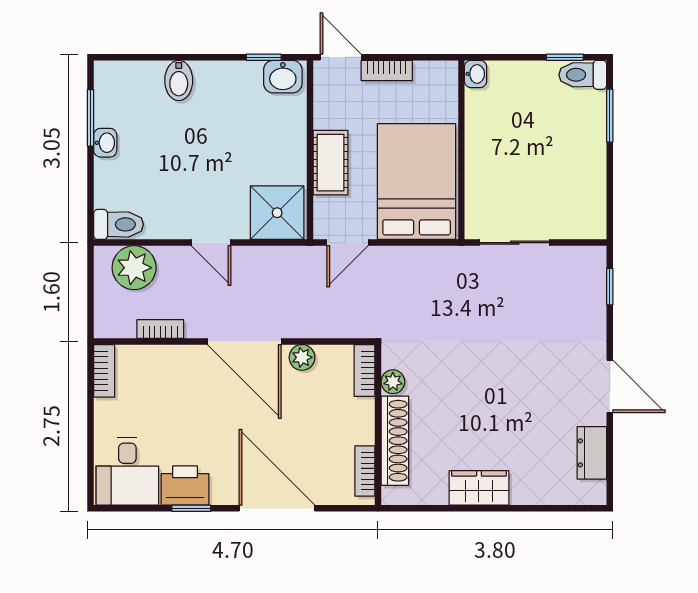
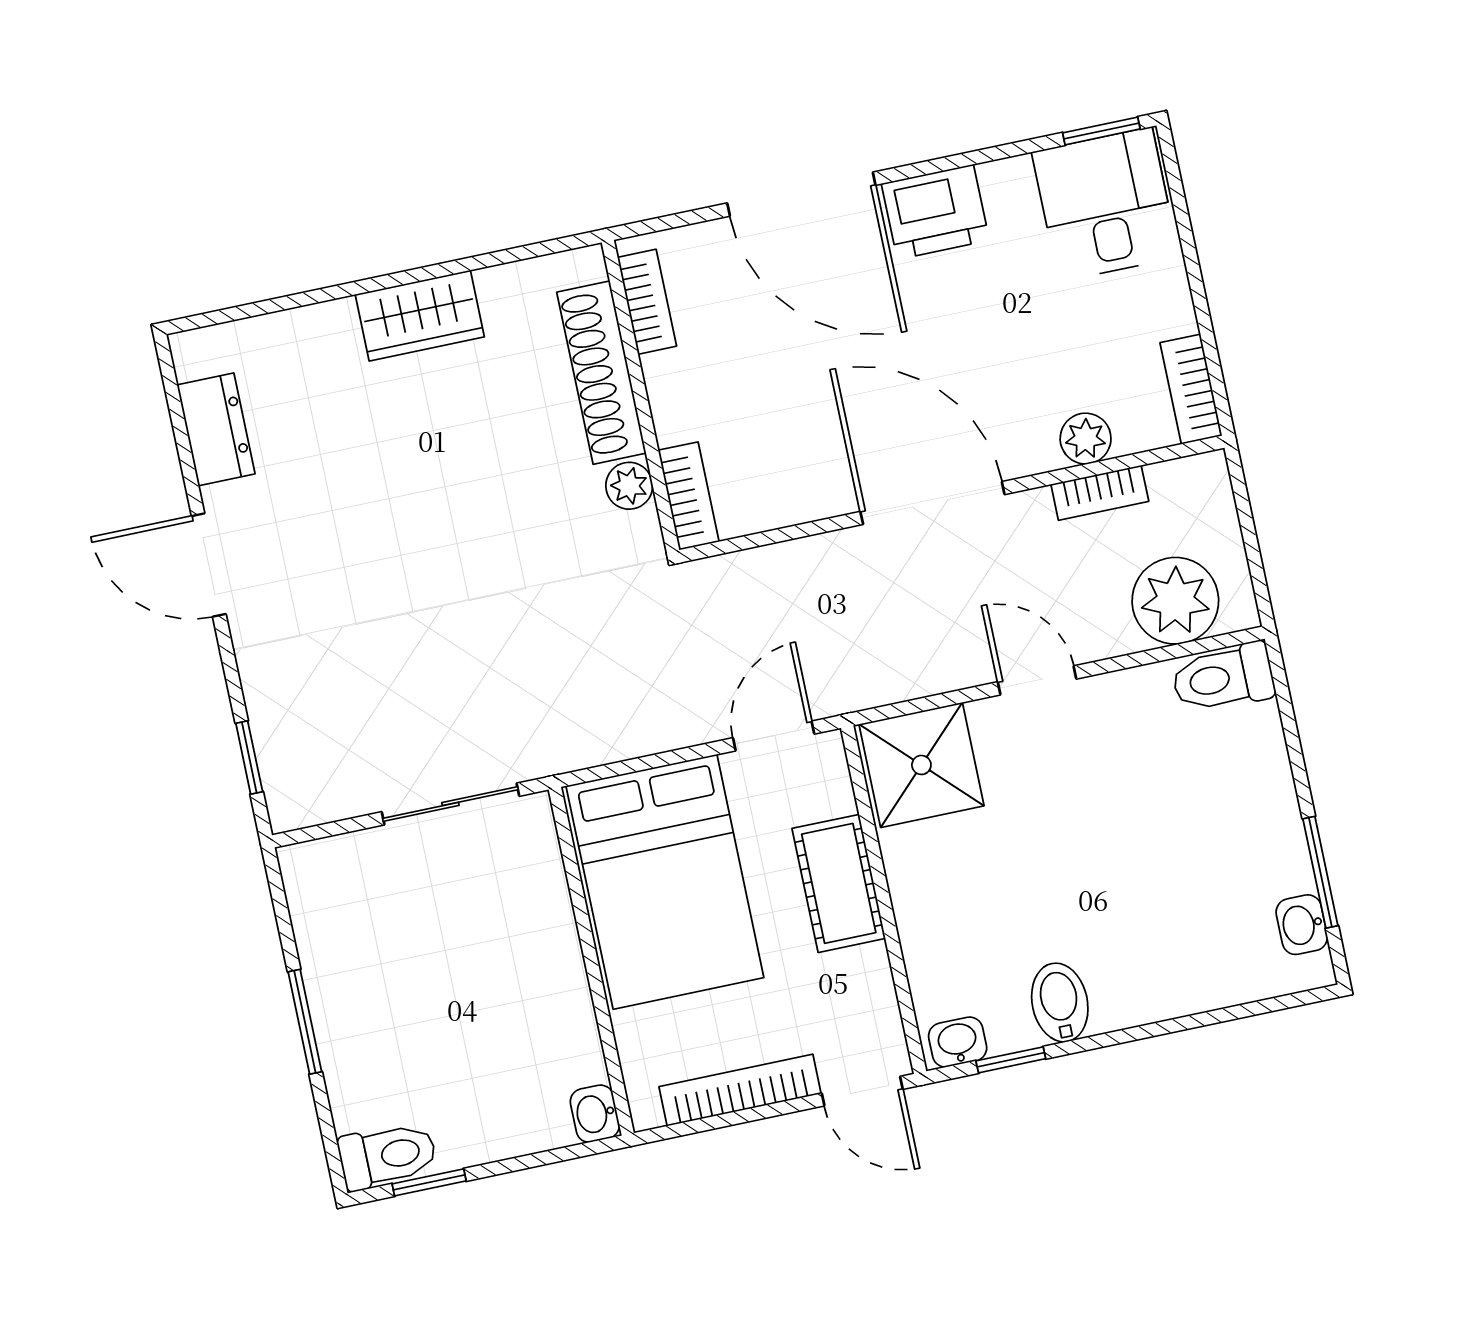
bookcase: (387, 70) -> (740, 1090), width x1.56
washbasin: (283, 77) -> (958, 1042), width x0.72, depth x0.69
bidet: (179, 80) -> (1060, 1003), moved
window: (610, 116) -> (305, 1022), moved
washbasin: (105, 143) -> (1302, 925), moved
plant: (302, 357) -> (1086, 439), moved
printer: (185, 485) -> (935, 212), moved
window: (191, 508) -> (1101, 131), moved

